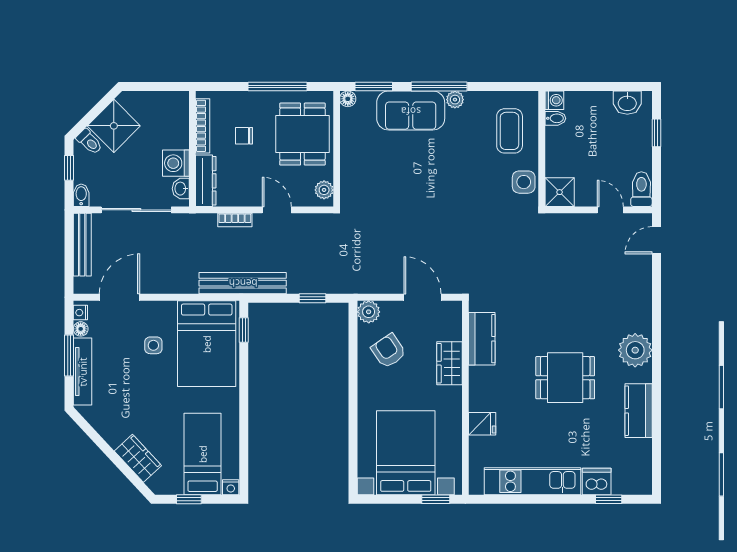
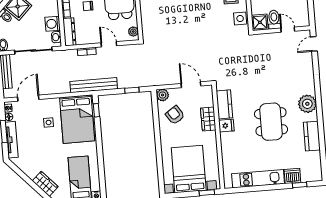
toilet: (641, 189) -> (274, 20), moved
dining table: (565, 378) -> (271, 122), width x1.38
fridge: (482, 424) -> (226, 126), moved

